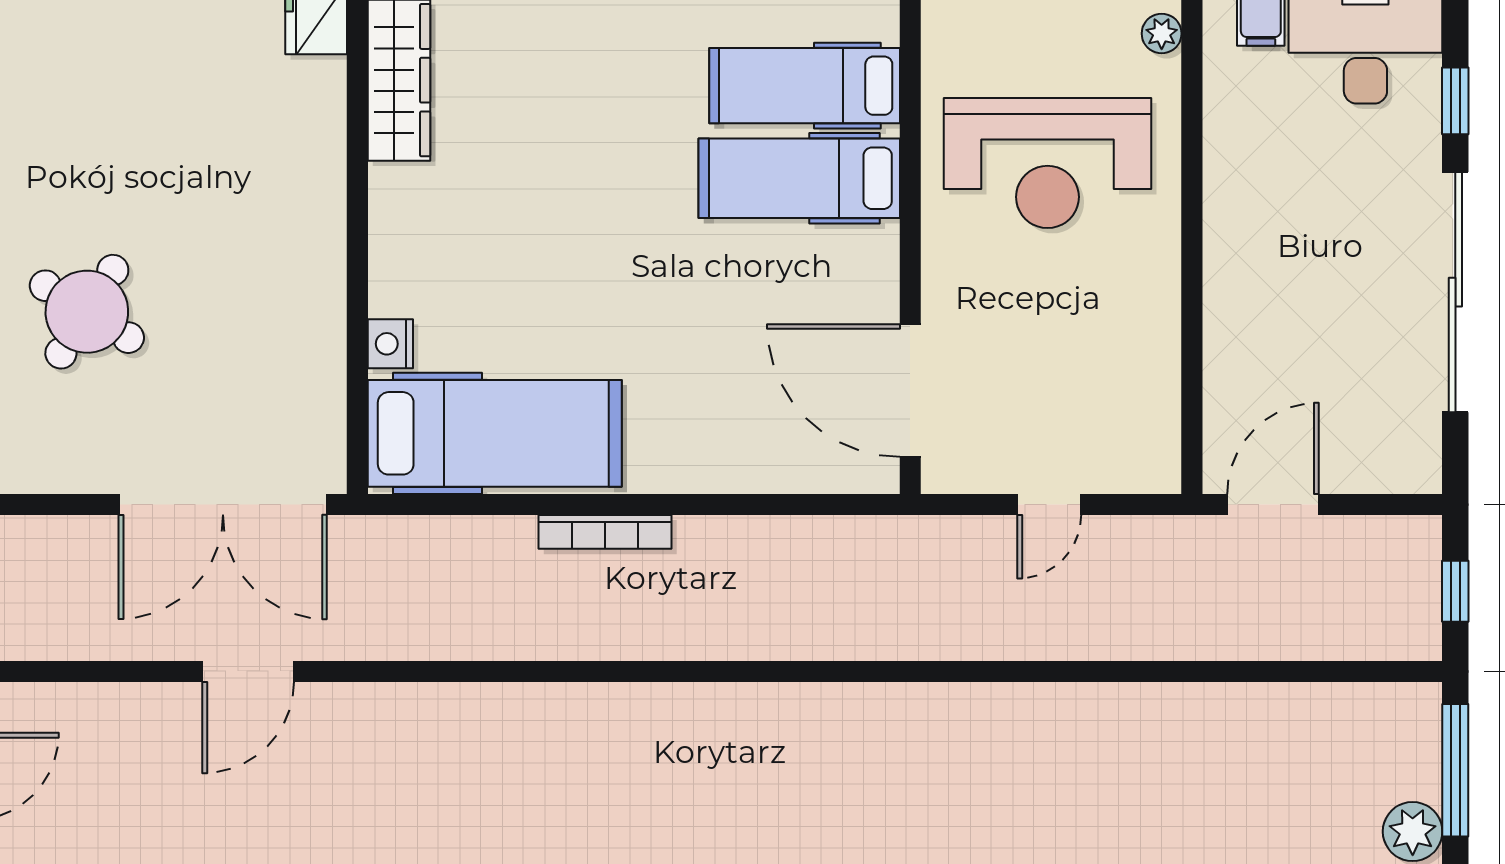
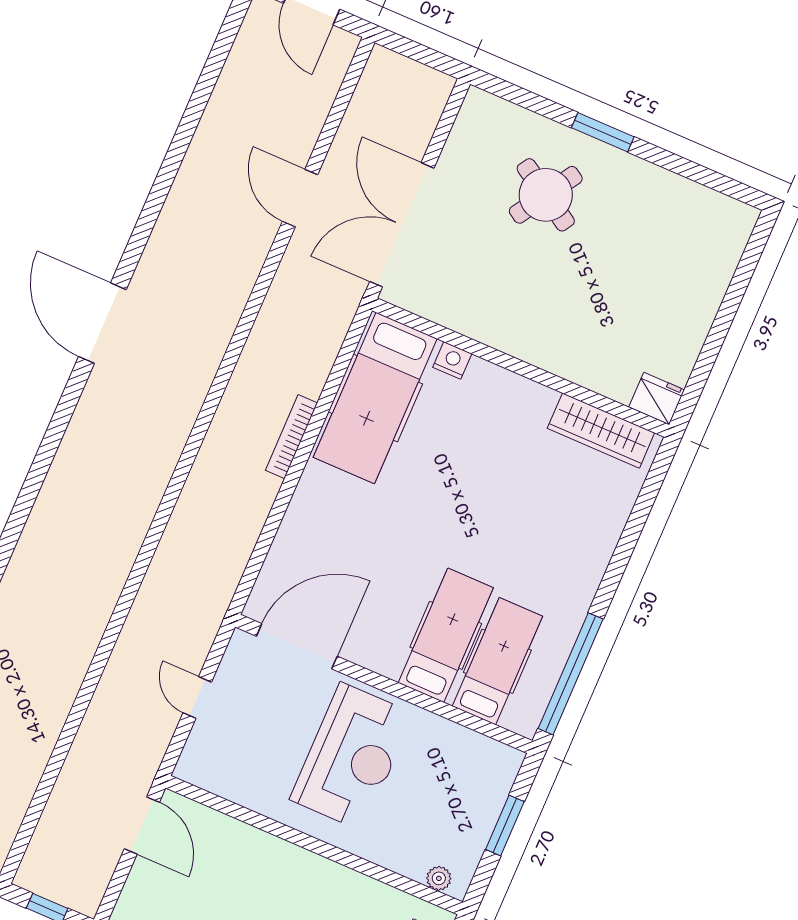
reception desk: (1047, 163) -> (352, 757), moved, turned 180

